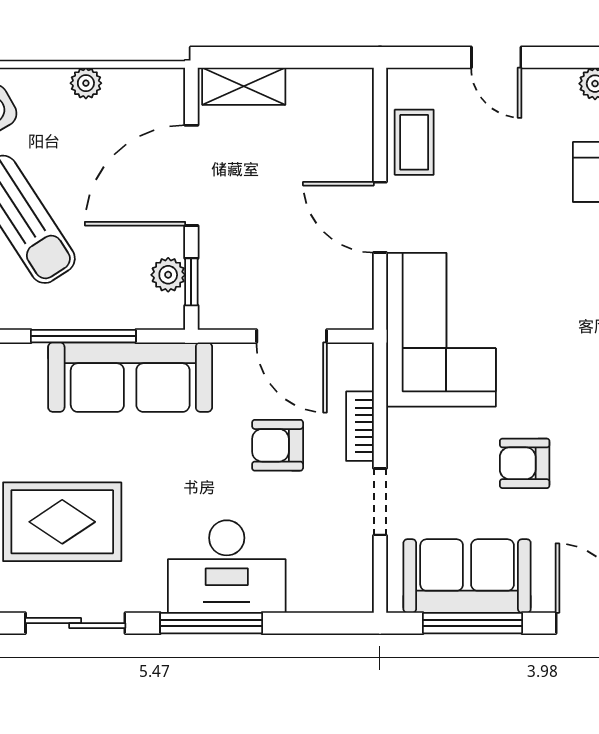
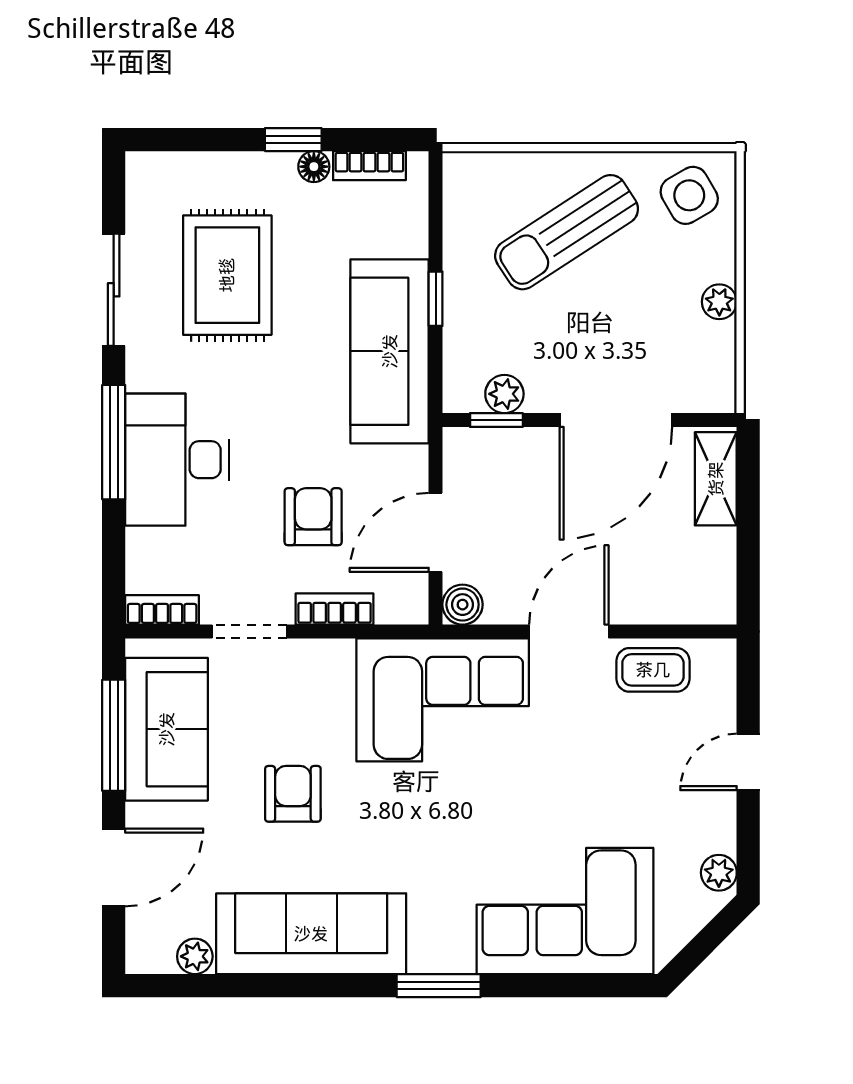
door: (191, 175) -> (616, 420), swing flipped
boiler: (356, 312) -> (463, 605), added
window: (83, 336) -> (436, 299), width x0.46
bookcase: (361, 580) -> (162, 610), added

